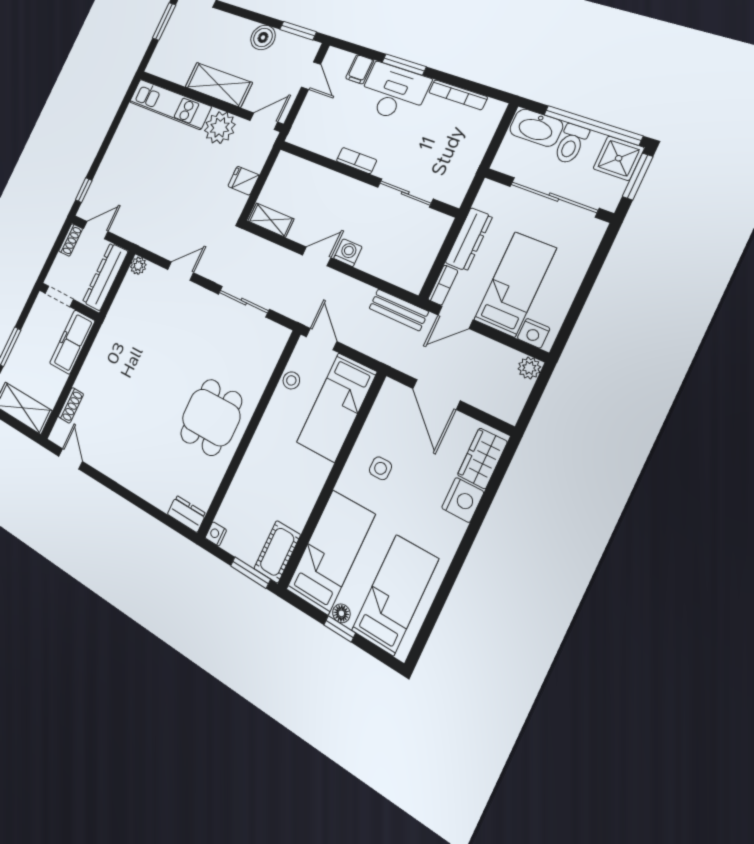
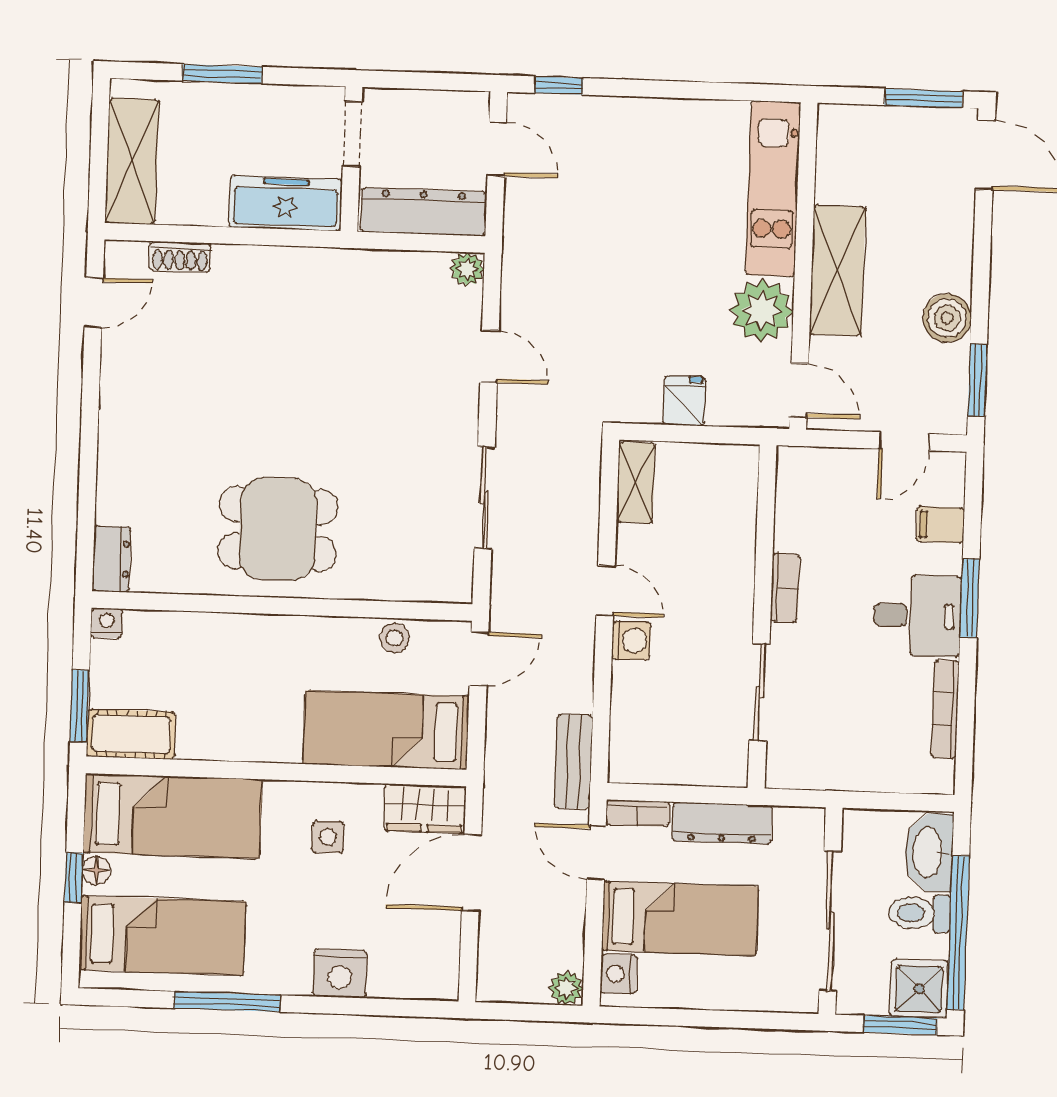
desk: (393, 92) -> (917, 616), width x0.73
shoe rack: (71, 240) -> (460, 105), removed
wardrobe: (482, 458) -> (425, 809), moved, turned 180
window: (451, 577) -> (227, 1002), added

